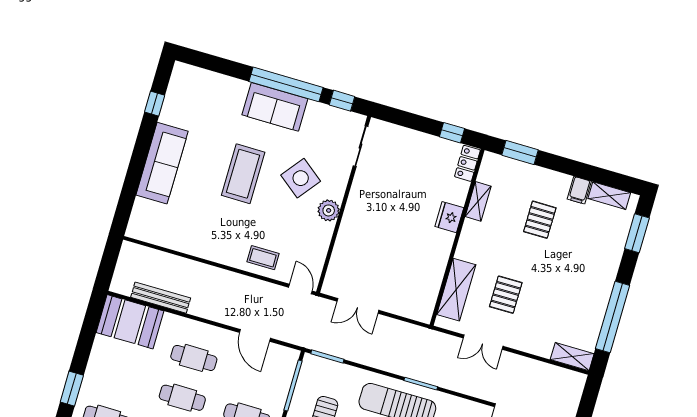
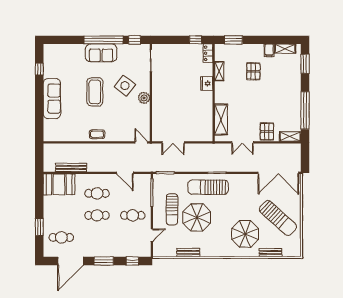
coffee table: (263, 258) -> (97, 134), moved
pallet: (506, 295) -> (267, 131), moved

